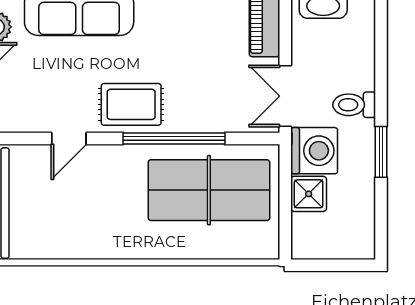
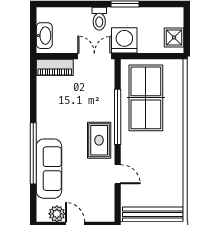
double door: (285, 96) -> (94, 56), swing flipped
shower: (309, 194) -> (174, 37), moved

